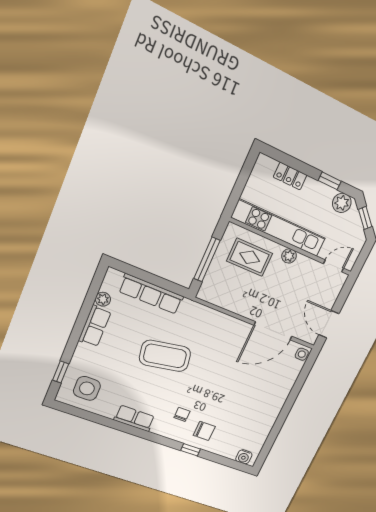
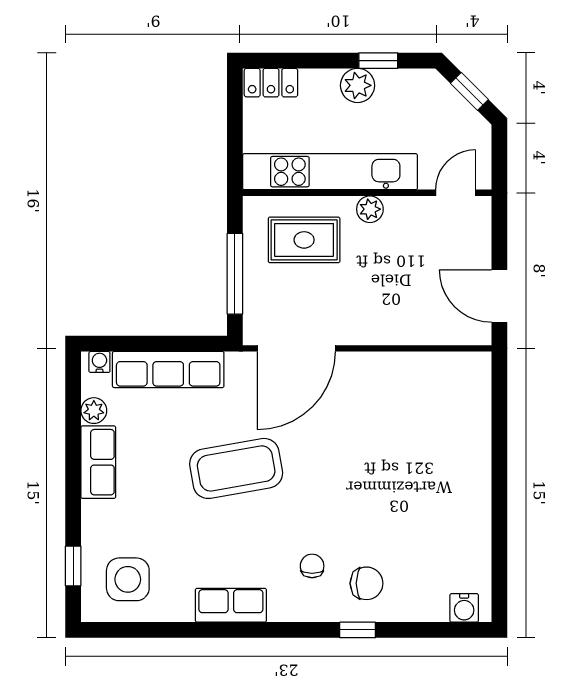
locker: (290, 176) -> (271, 83), moved
plant: (342, 203) -> (358, 85), moved
water cooler: (116, 275) -> (99, 362), added
door: (273, 331) -> (296, 348), moved
side table: (302, 354) -> (477, 370), removed

